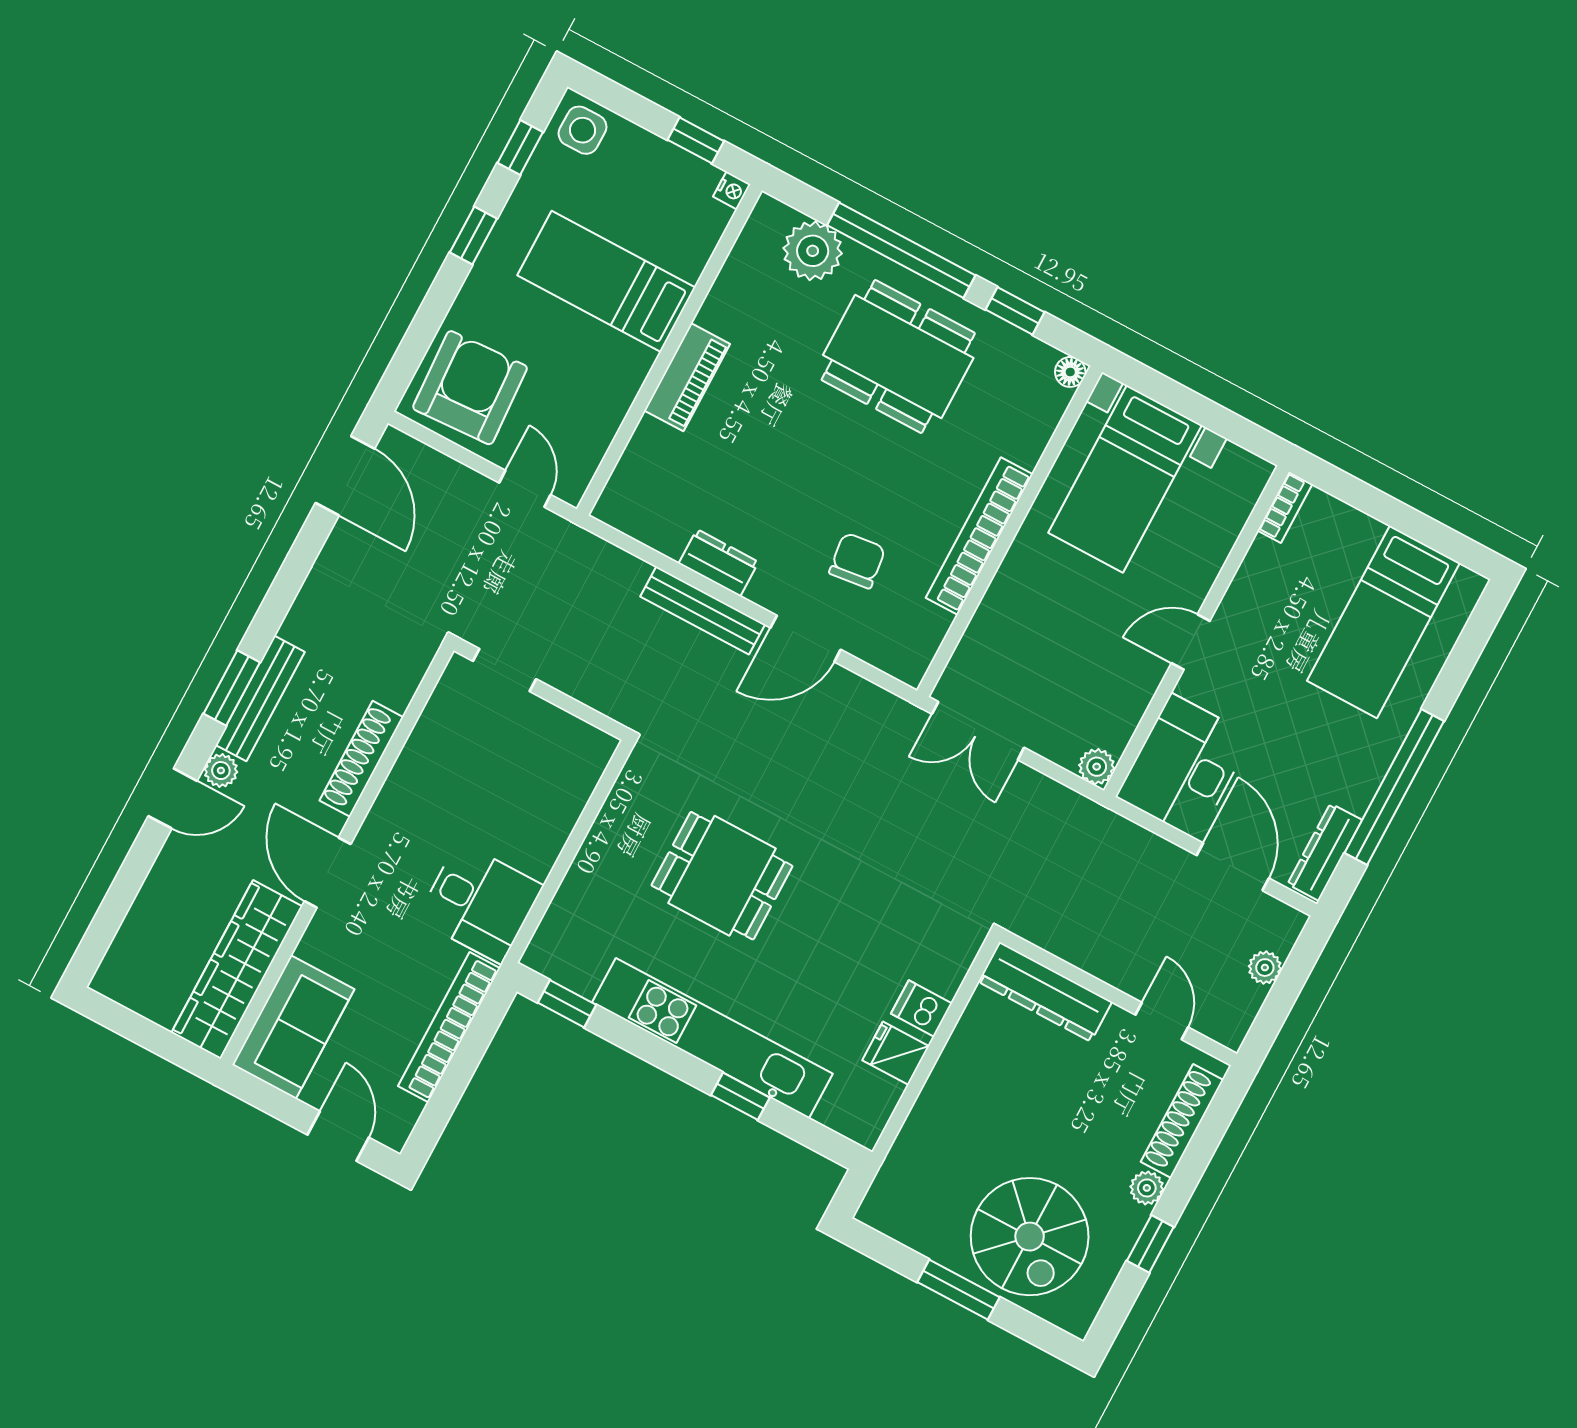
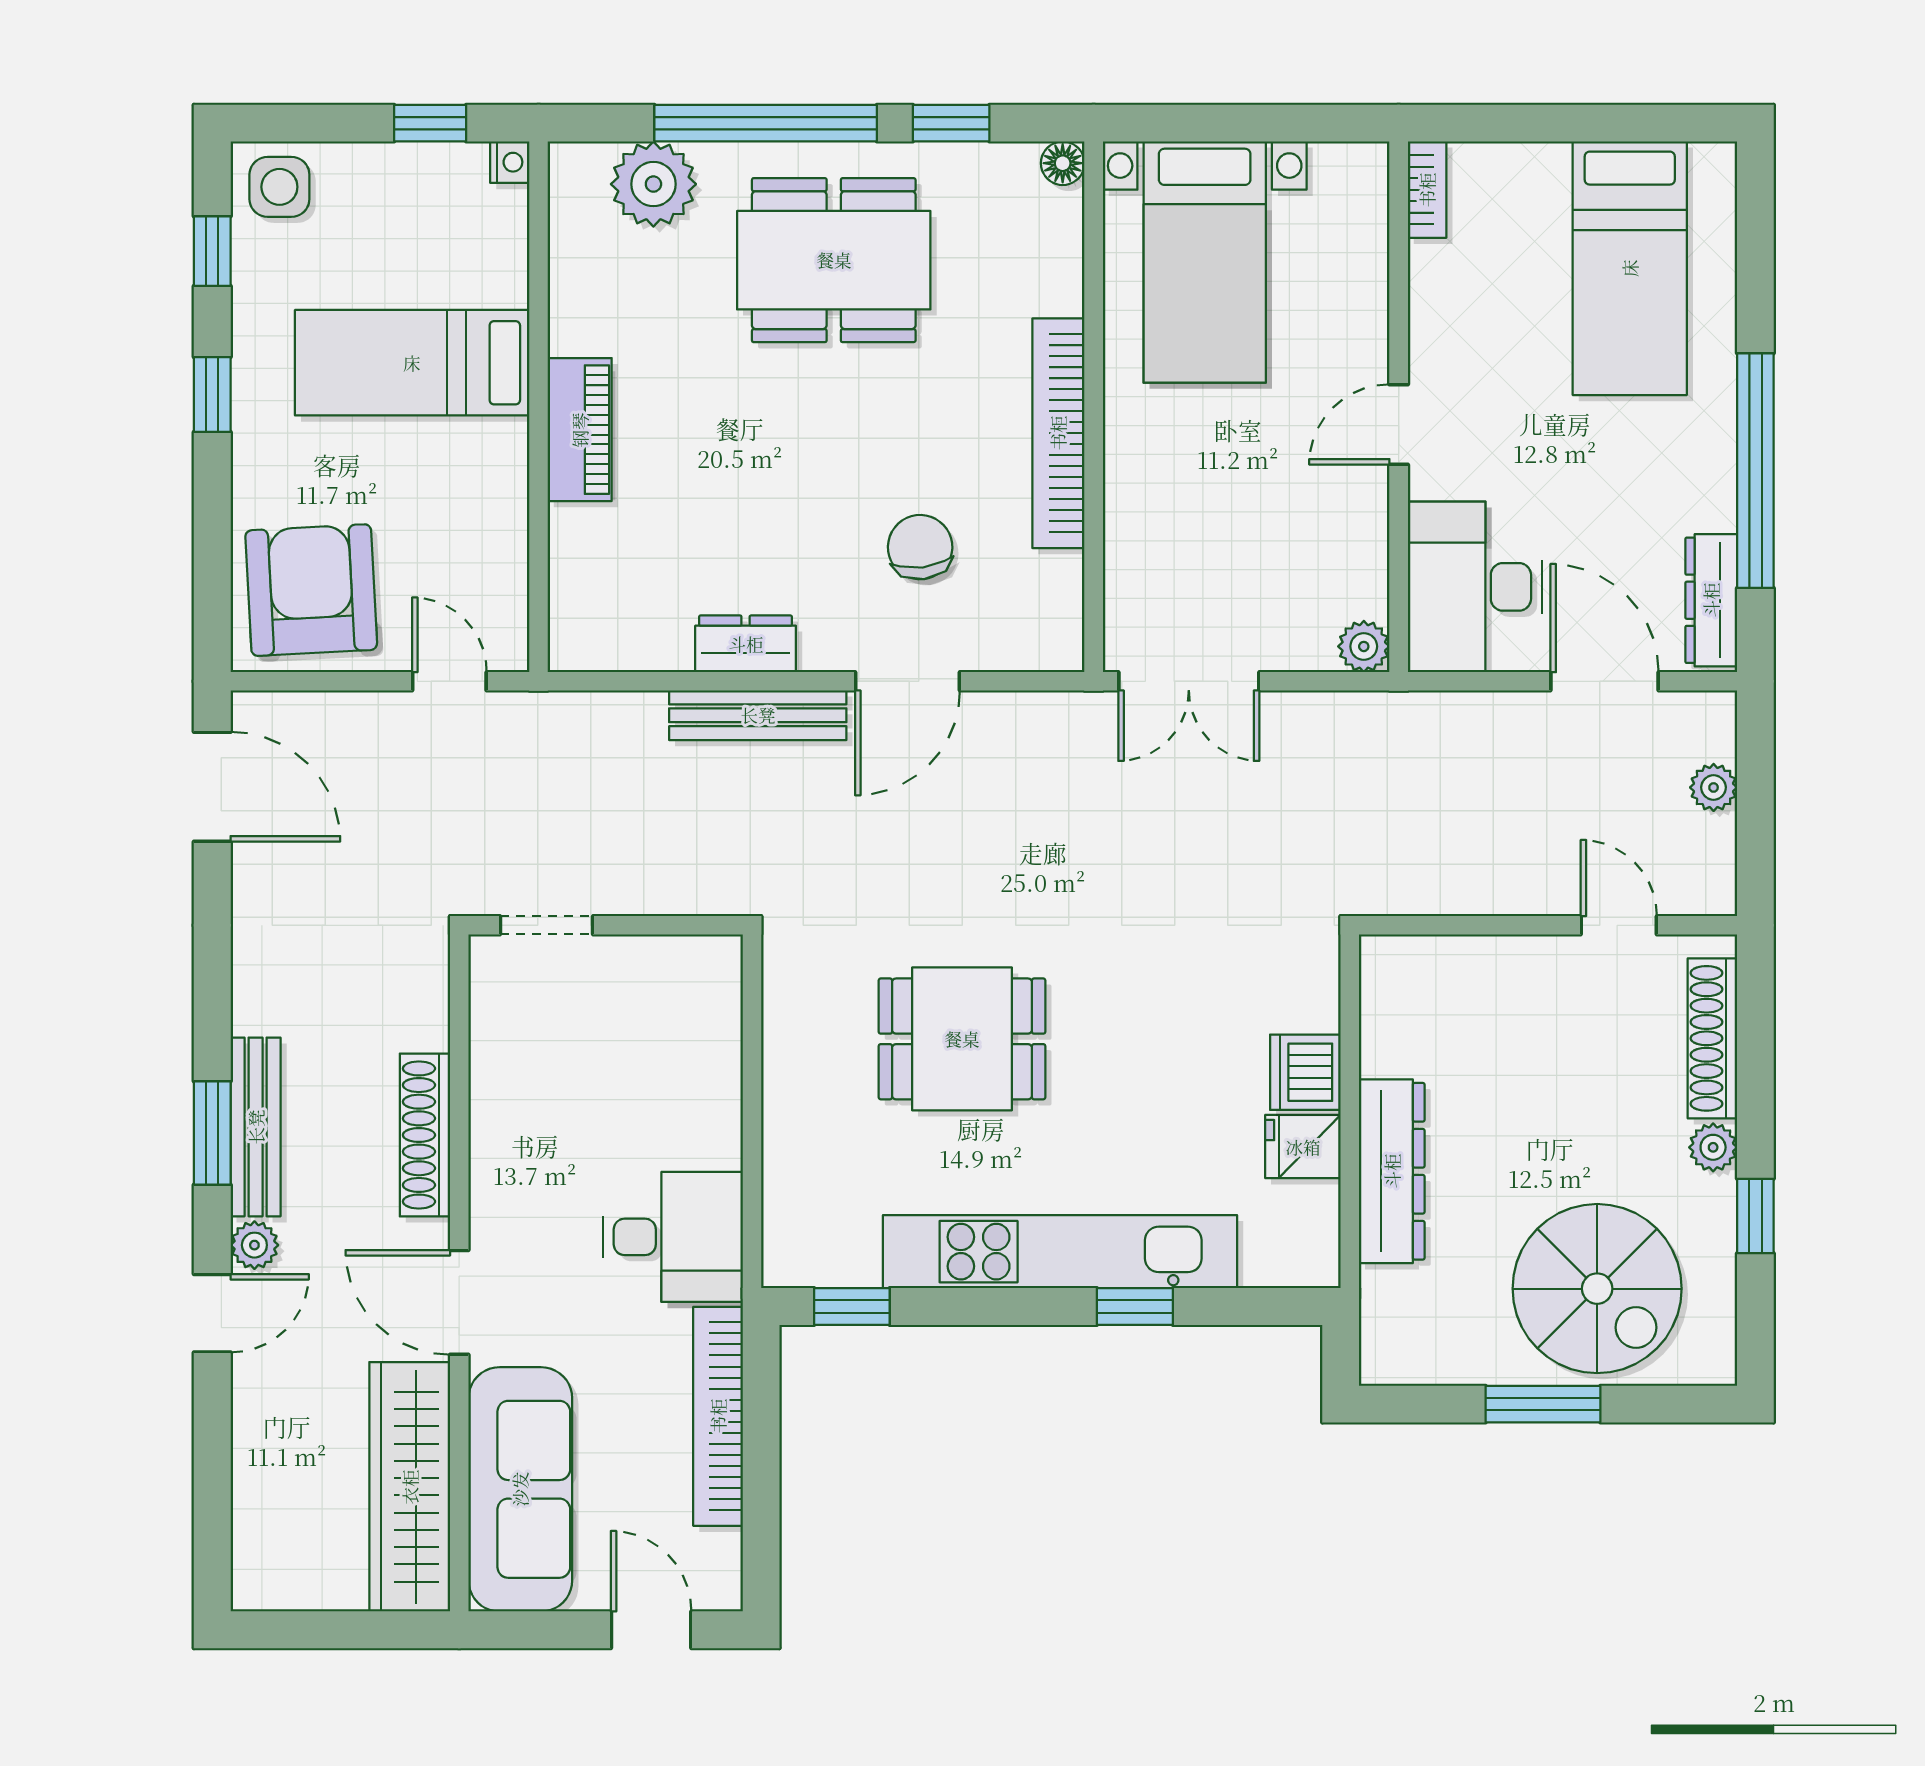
dresser: (1045, 992) -> (1392, 1171), moved, turned -90
dishwasher: (922, 1008) -> (1305, 1072), width x1.38
sofa: (293, 1027) -> (520, 1489), width x1.36

